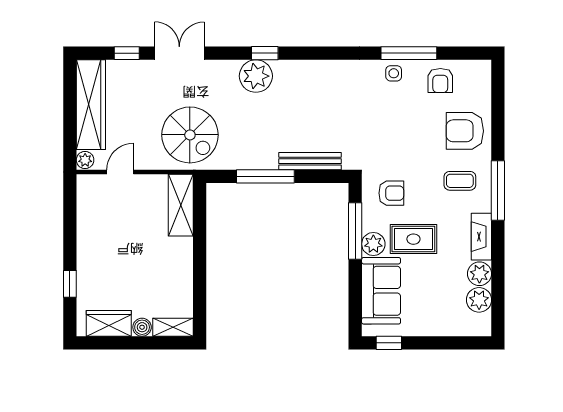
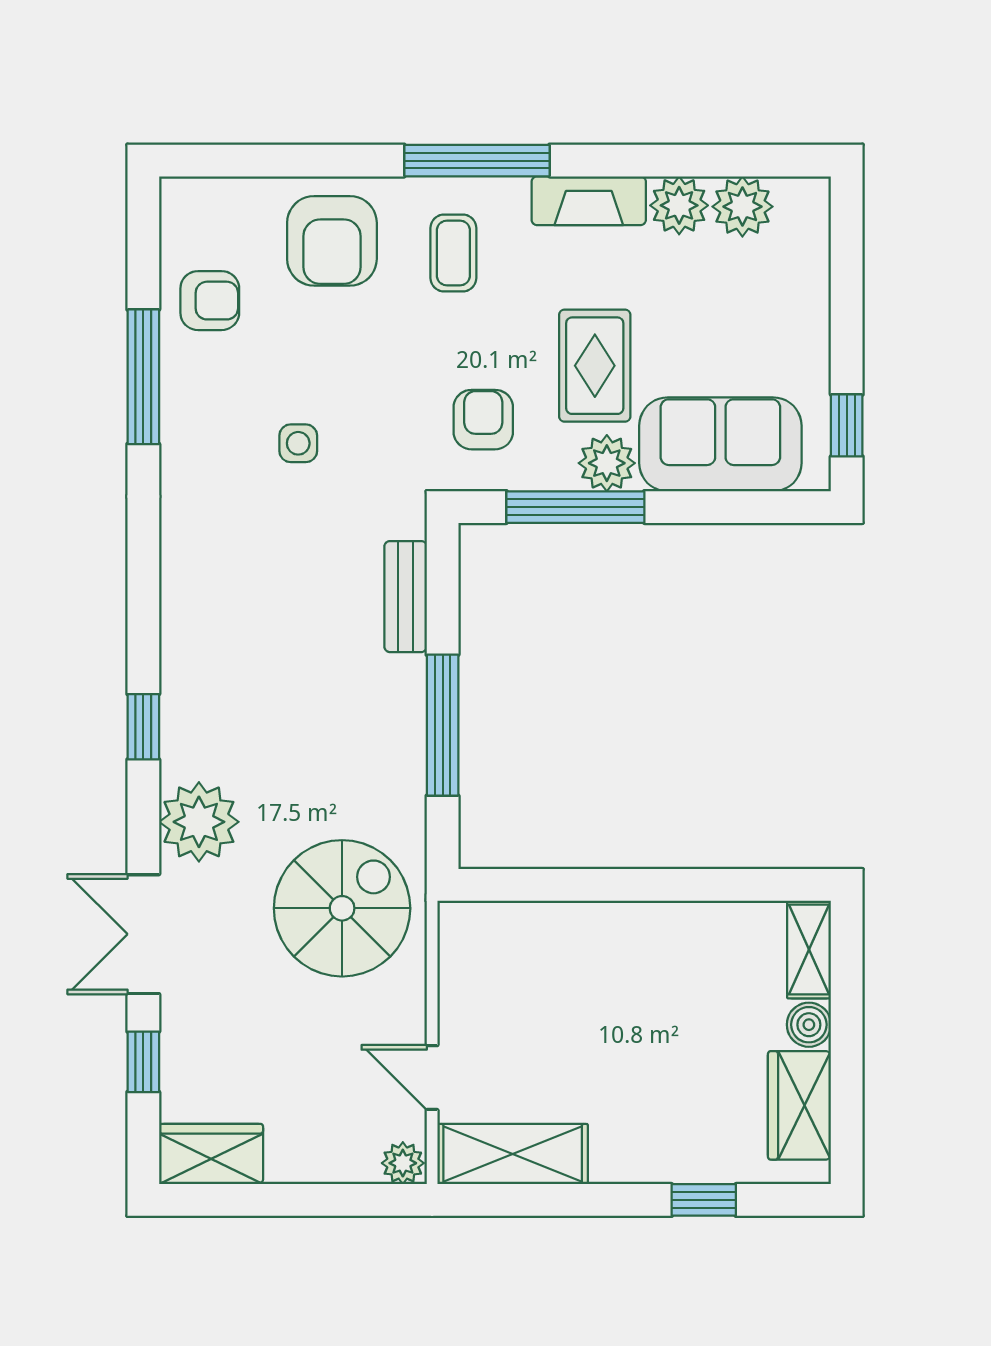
side table: (394, 73) -> (298, 443), moved
plant: (256, 76) -> (199, 822), moved
wardrobe: (91, 105) -> (211, 1154), width x0.48, depth x0.85
bench: (310, 161) -> (406, 597), width x0.73
shelving: (181, 205) -> (513, 1154), moved

